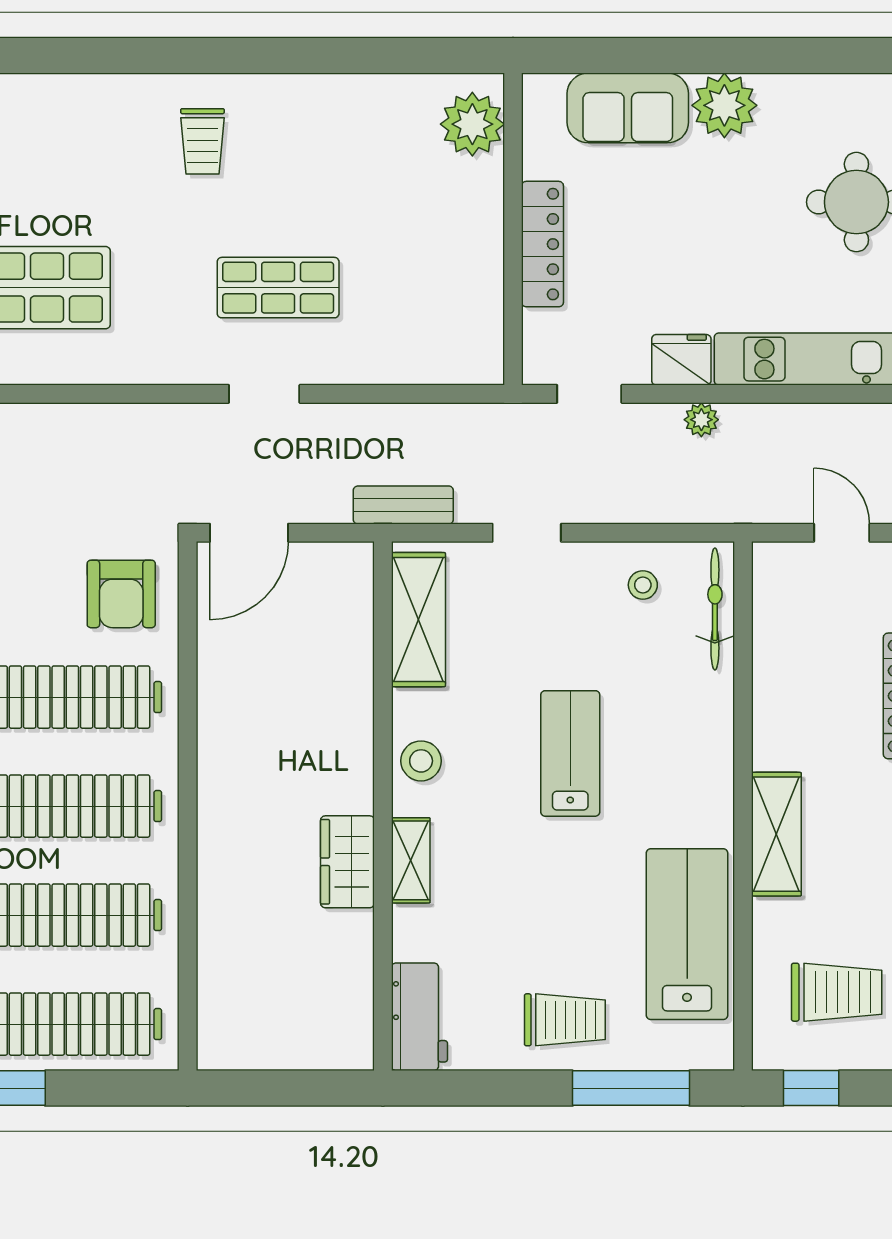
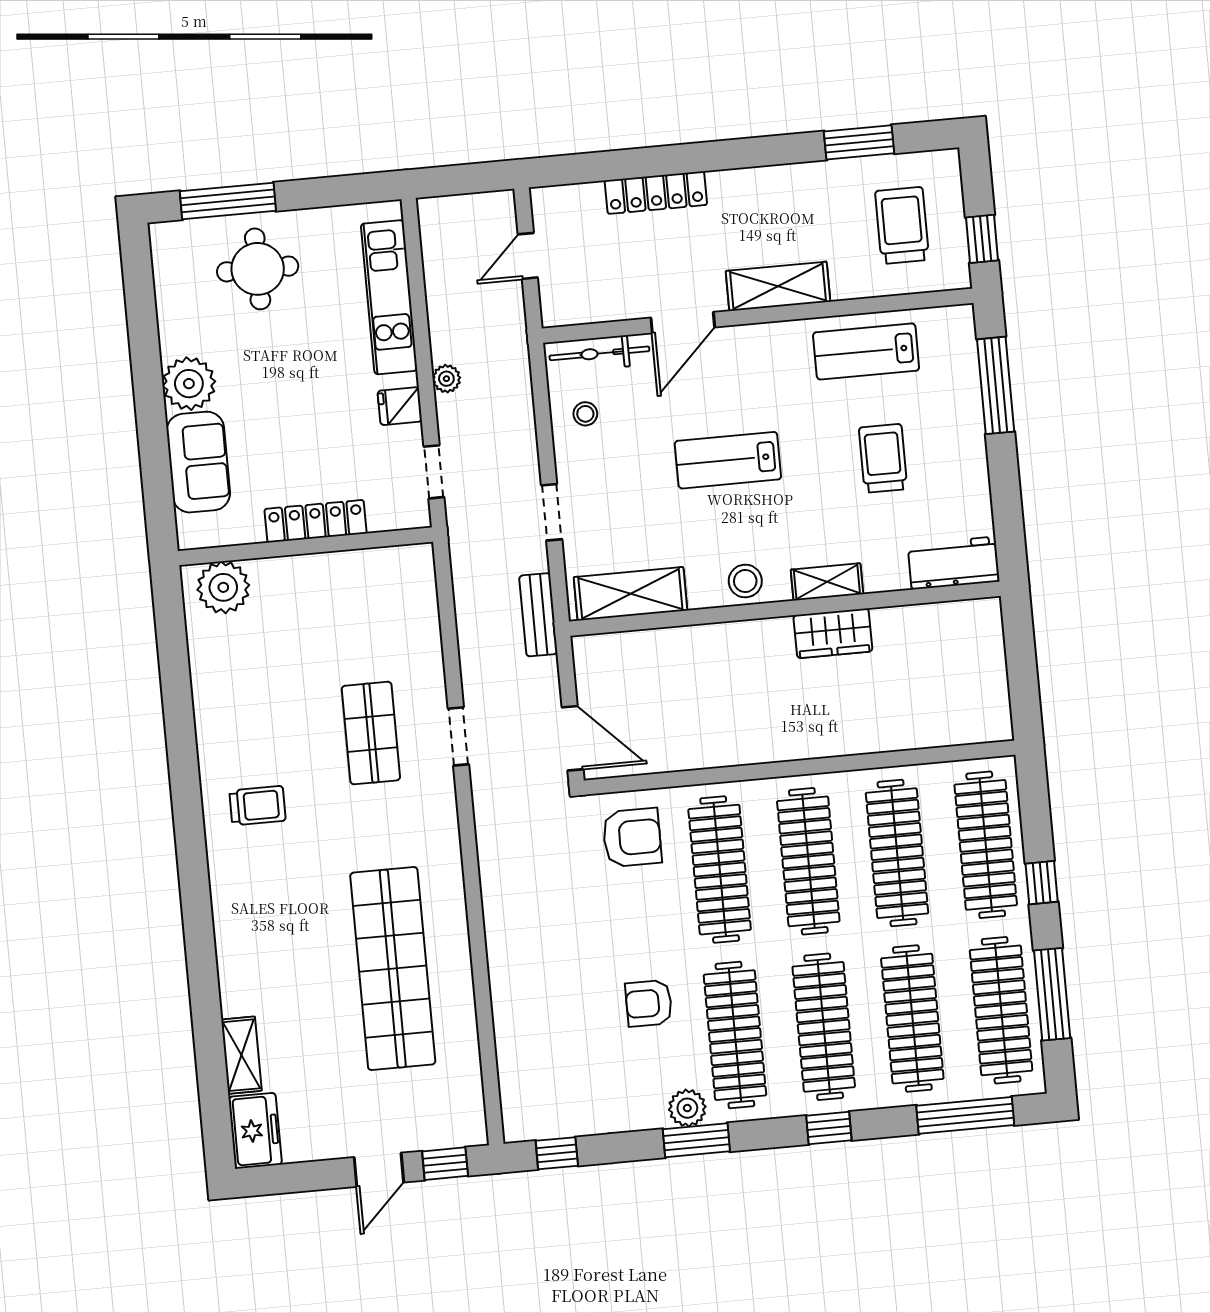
fridge: (681, 360) -> (400, 406), width x0.72
door: (743, 714) -> (683, 323), added
lab bench: (687, 934) -> (866, 352), width x0.73, depth x0.72
trolley: (565, 1020) -> (883, 458), moved

